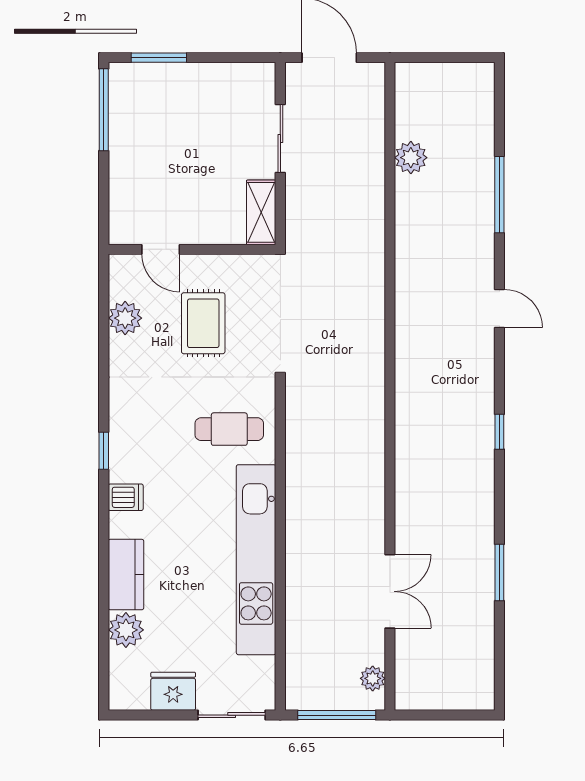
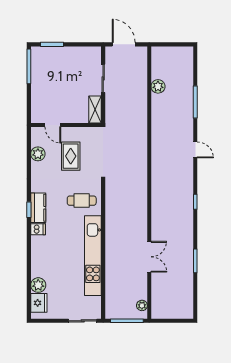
kitchen counter: (126, 575) -> (38, 208), moved
double door: (390, 591) -> (149, 257), moved
fridge: (173, 691) -> (39, 303), moved, turned 90

